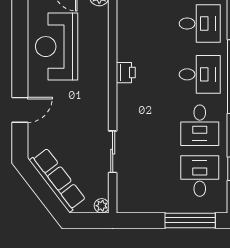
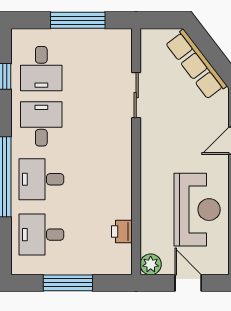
printer: (126, 73) -> (122, 232), moved
plant: (102, 206) -> (148, 36), removed
window: (190, 220) -> (78, 20), moved

